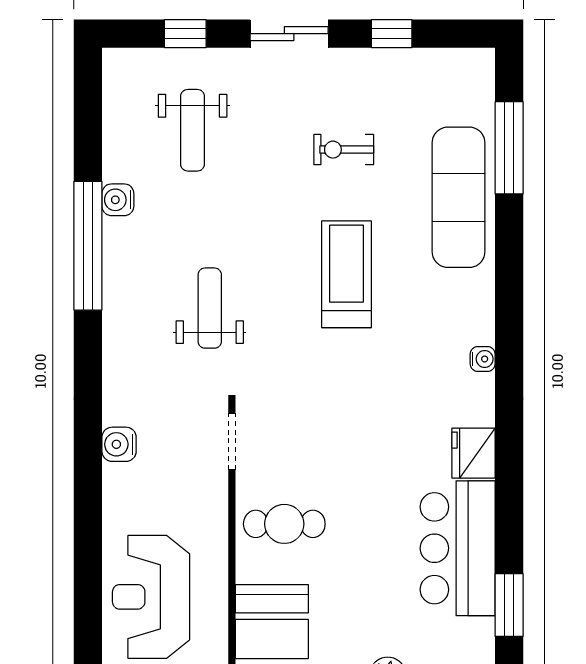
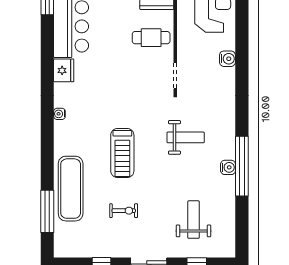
water cooler: (118, 200) -> (228, 167), moved
weight bench: (210, 308) -> (186, 137), turned -90
water cooler: (119, 444) -> (227, 59), moved

